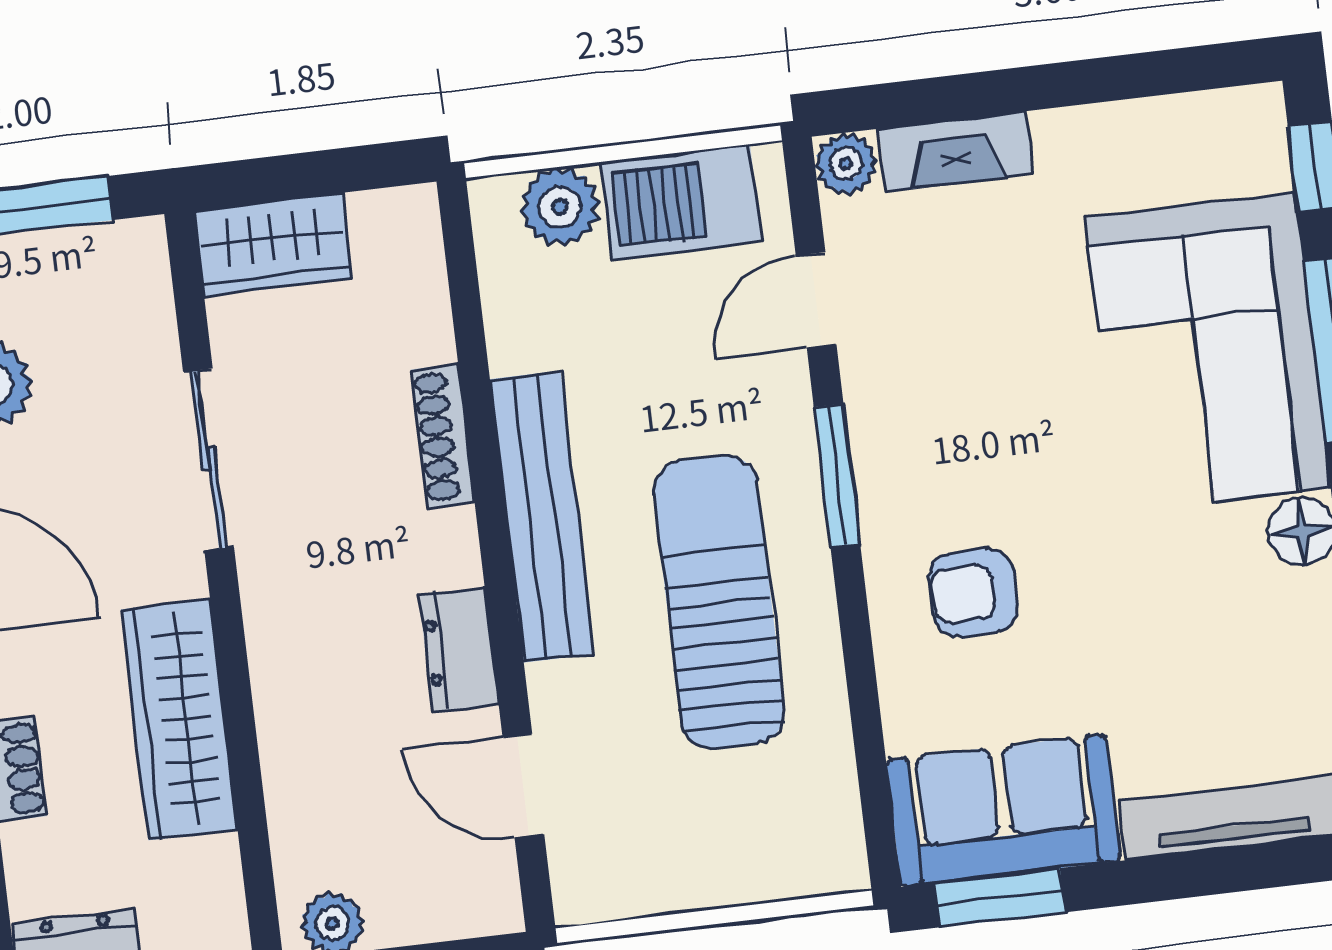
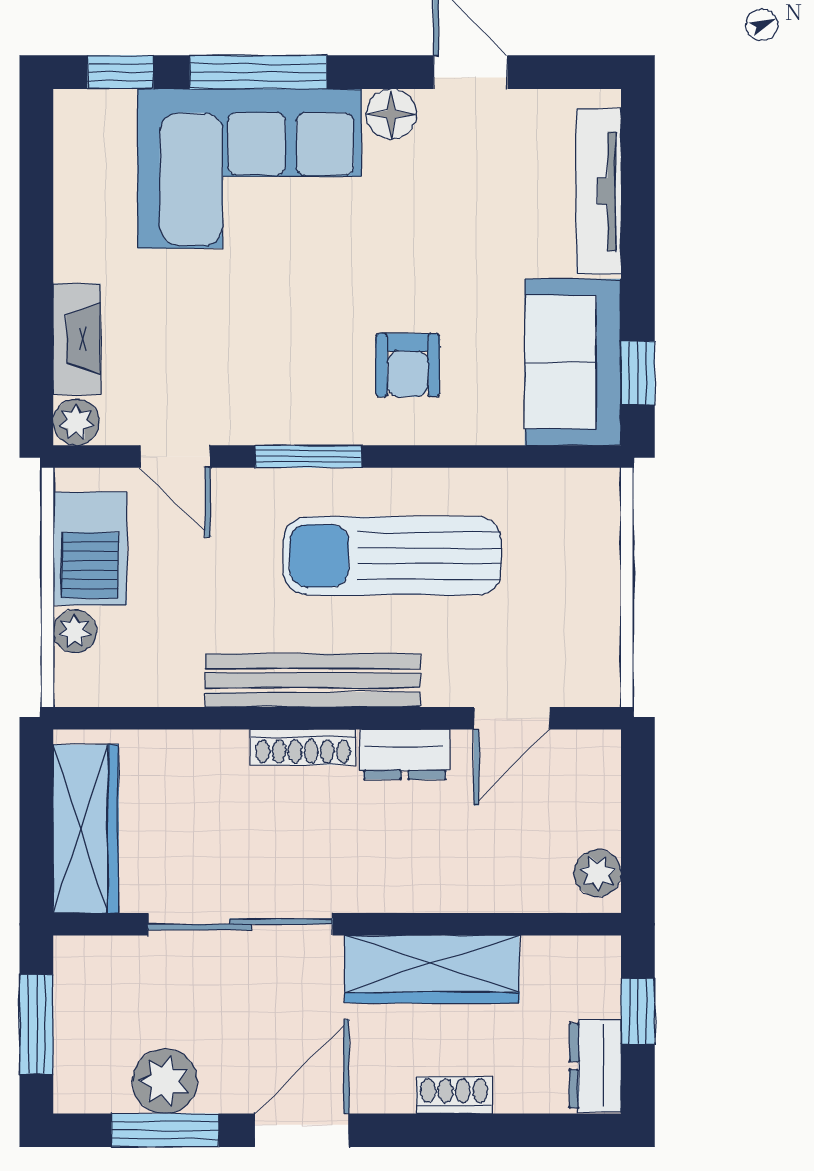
plant: (560, 207) -> (75, 631), width x0.73, depth x0.73
wardrobe: (273, 245) -> (86, 829), width x1.50
shoe rack: (443, 436) -> (303, 747), moved
sliding door: (208, 459) -> (240, 924), width x1.37
window: (999, 898) -> (638, 373), width x0.67

